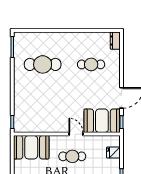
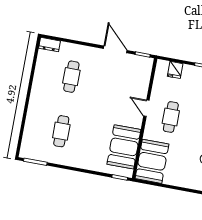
cafe table: (43, 64) -> (61, 131), width x0.73, depth x0.74
booth: (102, 121) -> (124, 147), moved
door: (76, 134) -> (146, 108), hinge flipped

